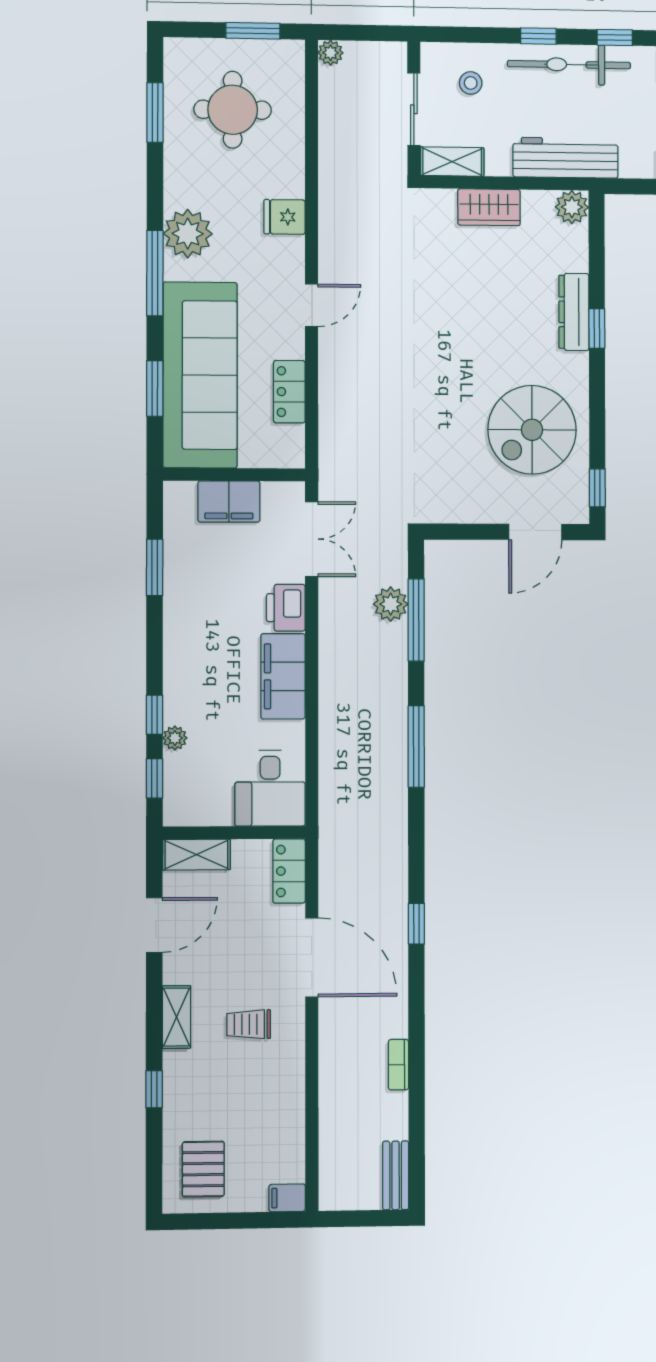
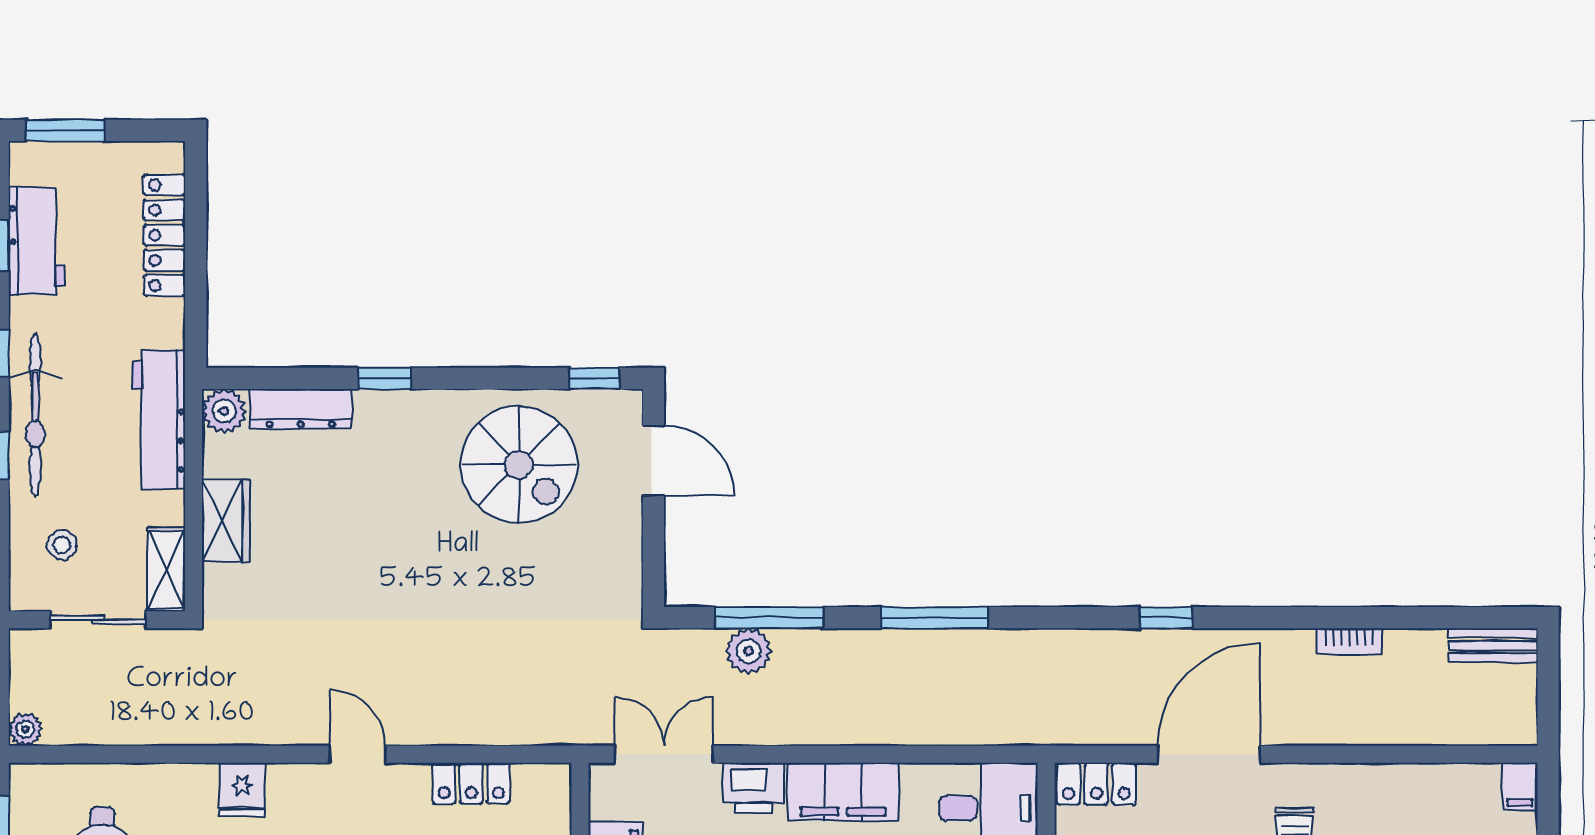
dresser: (574, 312) -> (301, 409), moved

